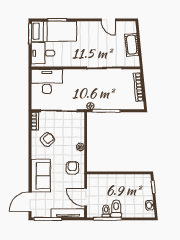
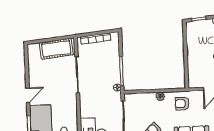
door: (108, 20) -> (28, 95), moved
cot: (132, 45) -> (56, 49), width x1.37, depth x1.34

